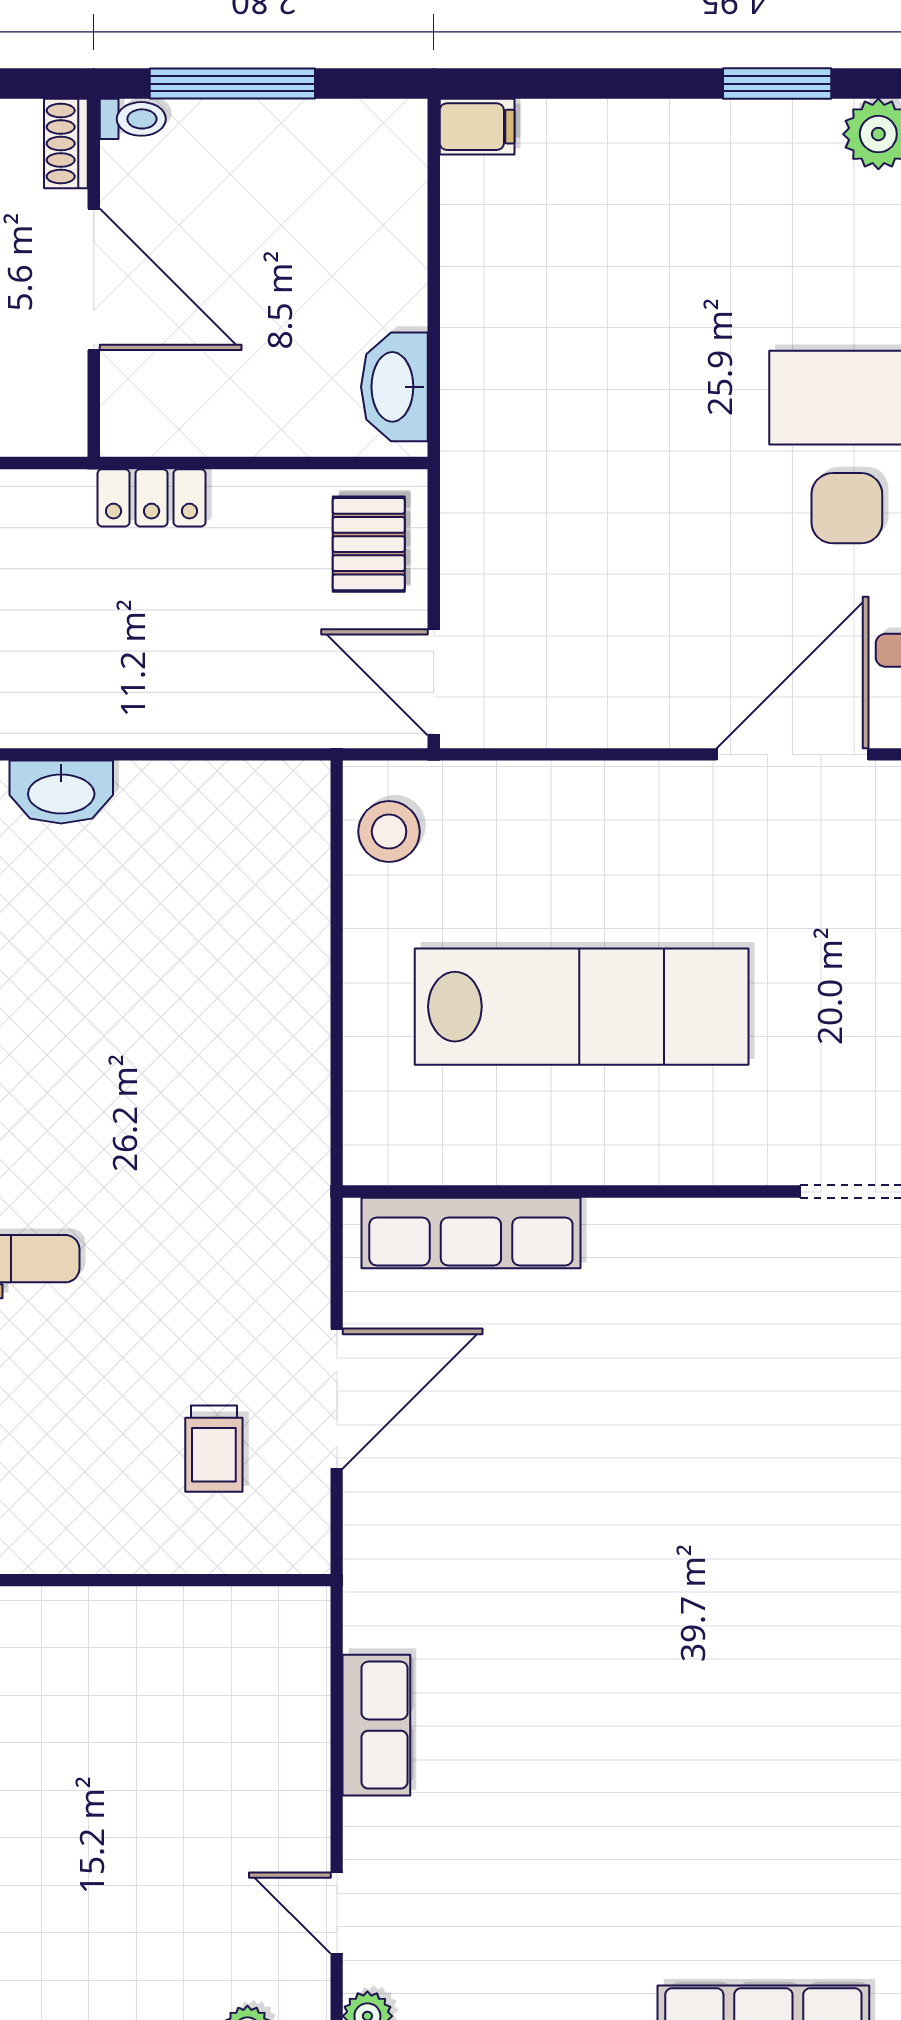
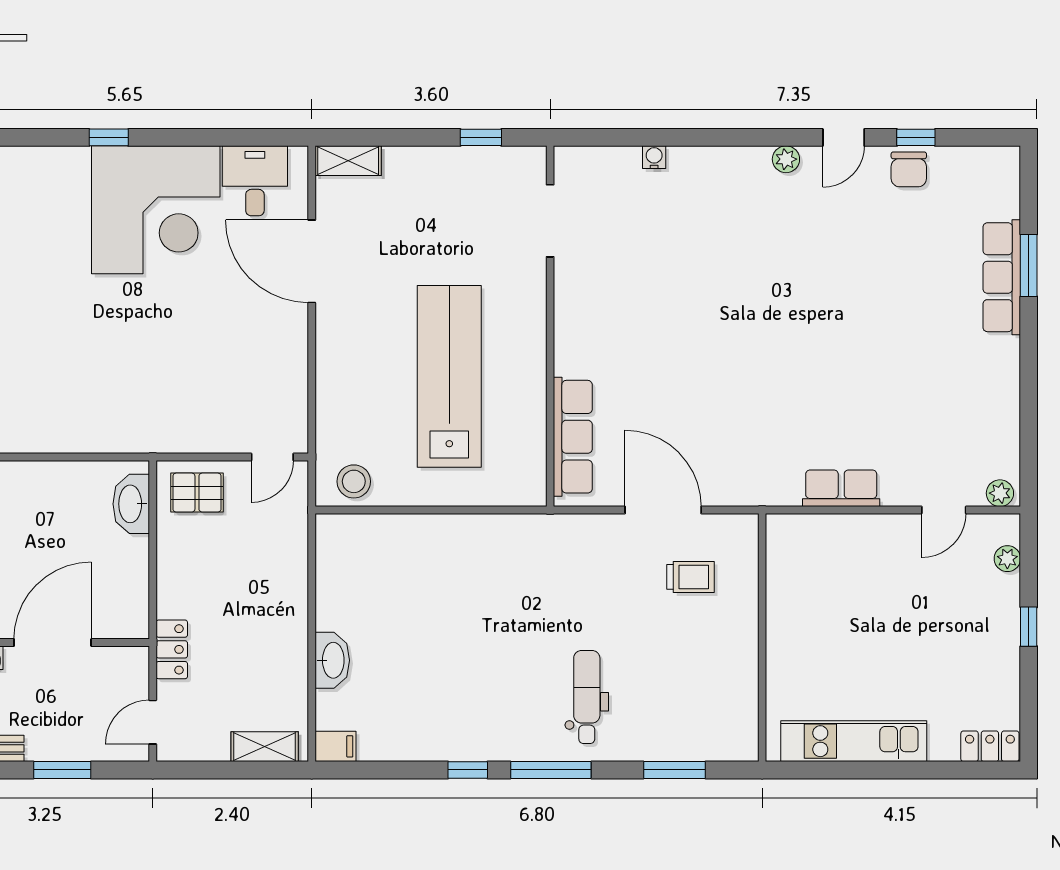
washbasin: (394, 387) -> (131, 504), moved, turned 90
locker: (152, 498) -> (172, 649), moved
door: (434, 682) -> (272, 457), width x0.73

